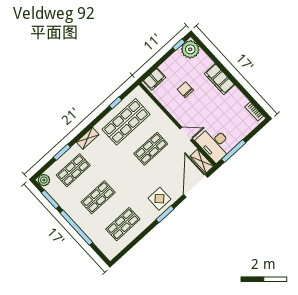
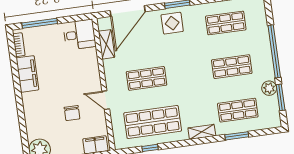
filing cabinet: (219, 79) -> (27, 74), moved
door: (186, 134) -> (106, 100), moved
desk: (215, 144) -> (79, 35), width x0.73
window: (234, 151) -> (40, 23), moved
shelving: (202, 161) -> (106, 44), moved
plant: (44, 180) -> (269, 88), moved

